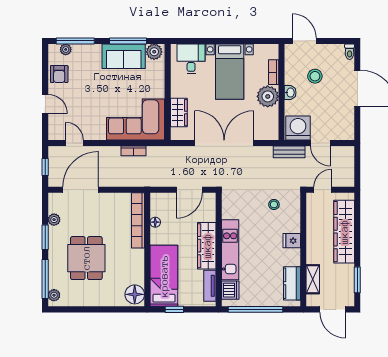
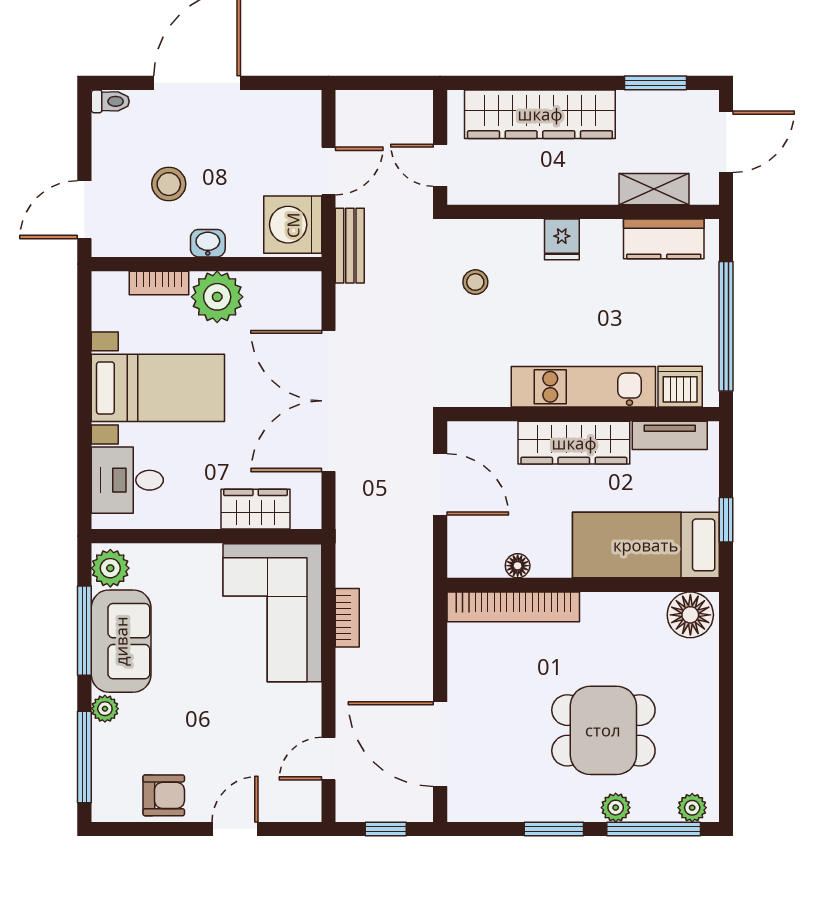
plant: (66, 49) -> (105, 709), moved
plant: (54, 220) -> (616, 808), moved

